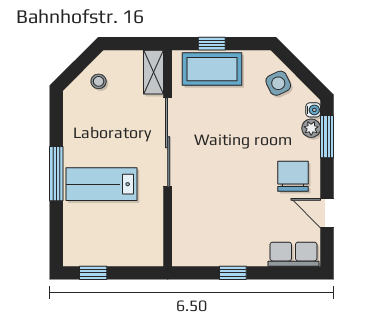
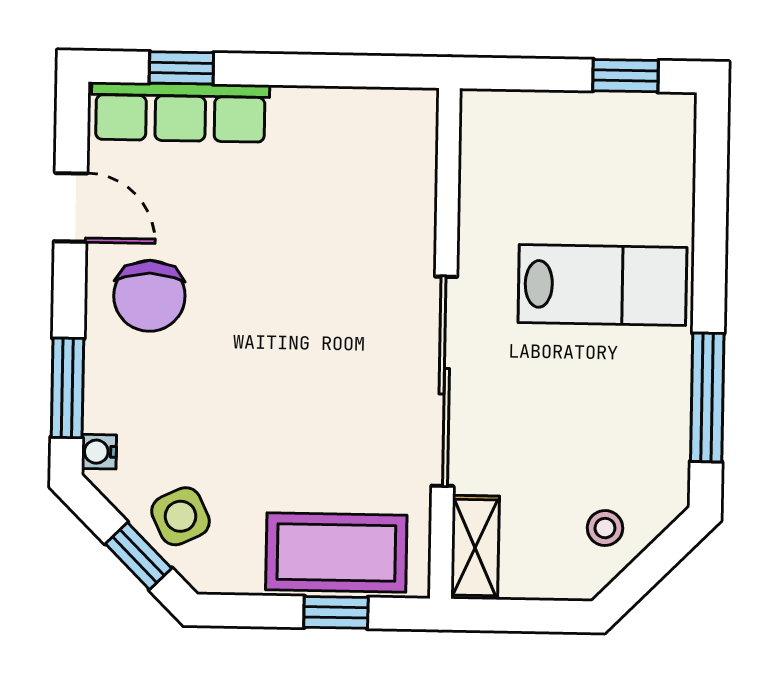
window: (296, 66) -> (138, 556), added
plant: (311, 128) -> (104, 409), removed
window: (56, 174) -> (707, 397), moved
row of seats: (293, 254) -> (180, 112), width x1.48
window: (233, 273) -> (181, 68), moved

